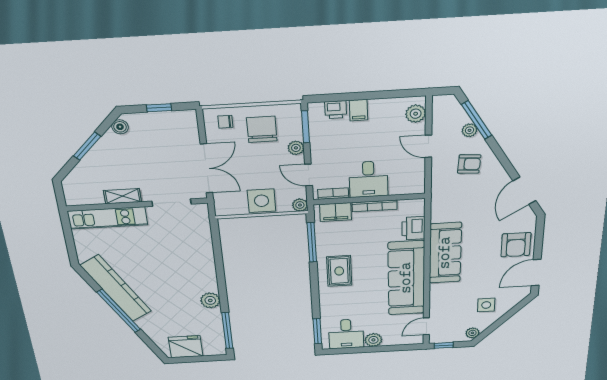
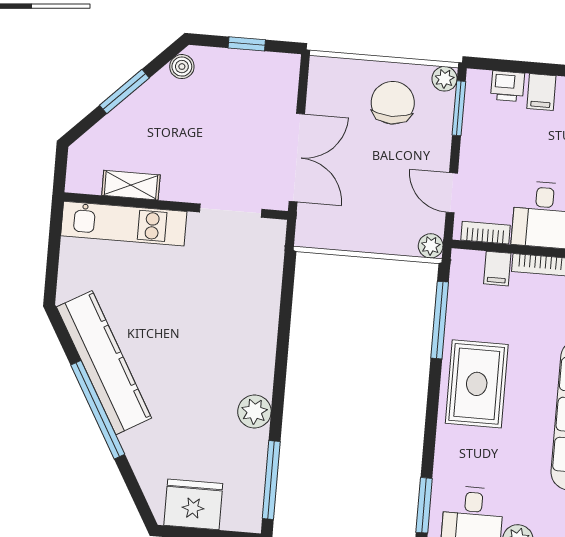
chair: (225, 122) -> (340, 82), removed
plant: (296, 148) -> (444, 79), moved
shelving: (122, 196) -> (131, 185), moved
side table: (262, 201) -> (372, 229), removed
filing cabinet: (335, 212) -> (497, 269), width x0.50
rug: (339, 271) -> (477, 384), width x1.36, depth x1.43

